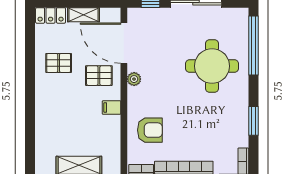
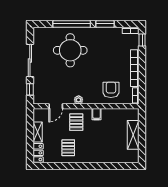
door: (124, 43) -> (56, 106), width x0.53
window: (253, 45) -> (72, 24), moved

